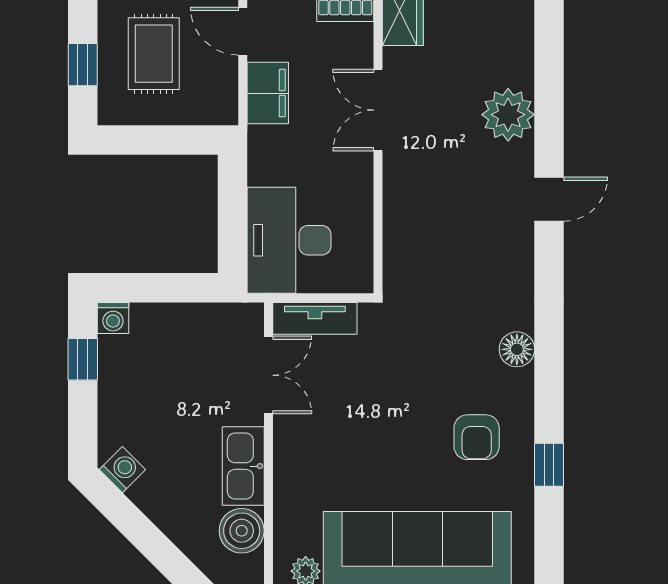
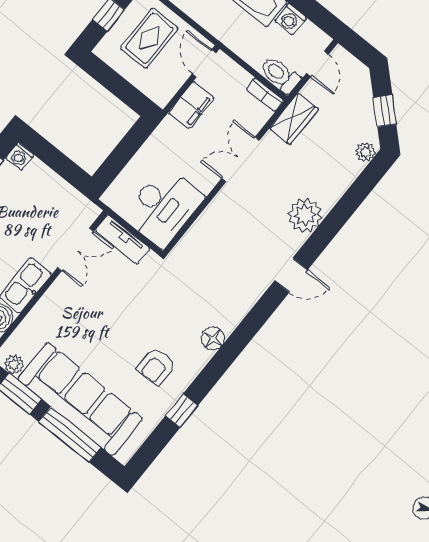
desk: (289, 240) -> (163, 207), moved, turned 180

